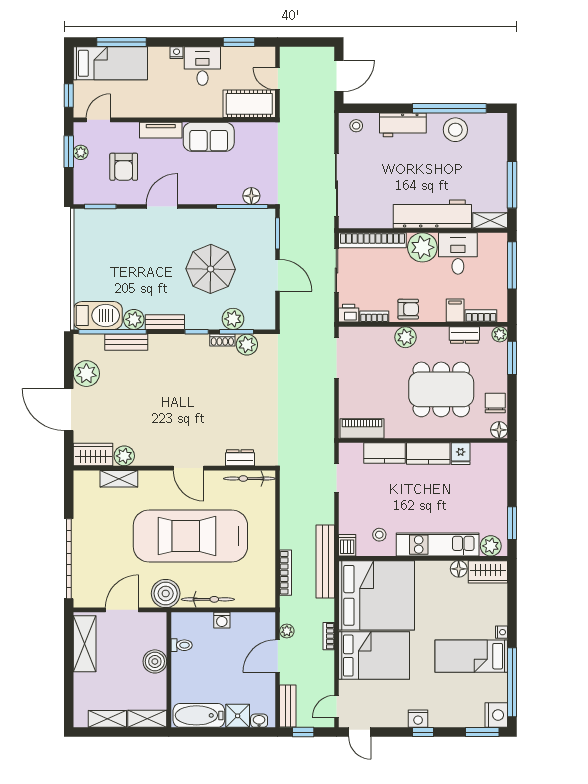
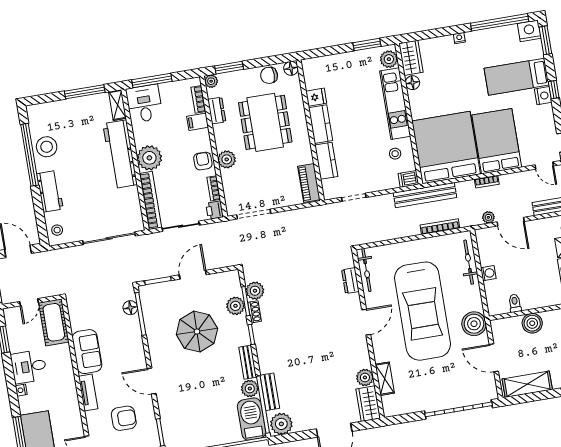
desk: (458, 253) -> (144, 104), moved, turned 90
plant: (86, 374) -> (281, 424), moved
bicycle: (208, 599) -> (469, 262), moved
bed: (471, 656) -> (516, 77), moved, turned 90

